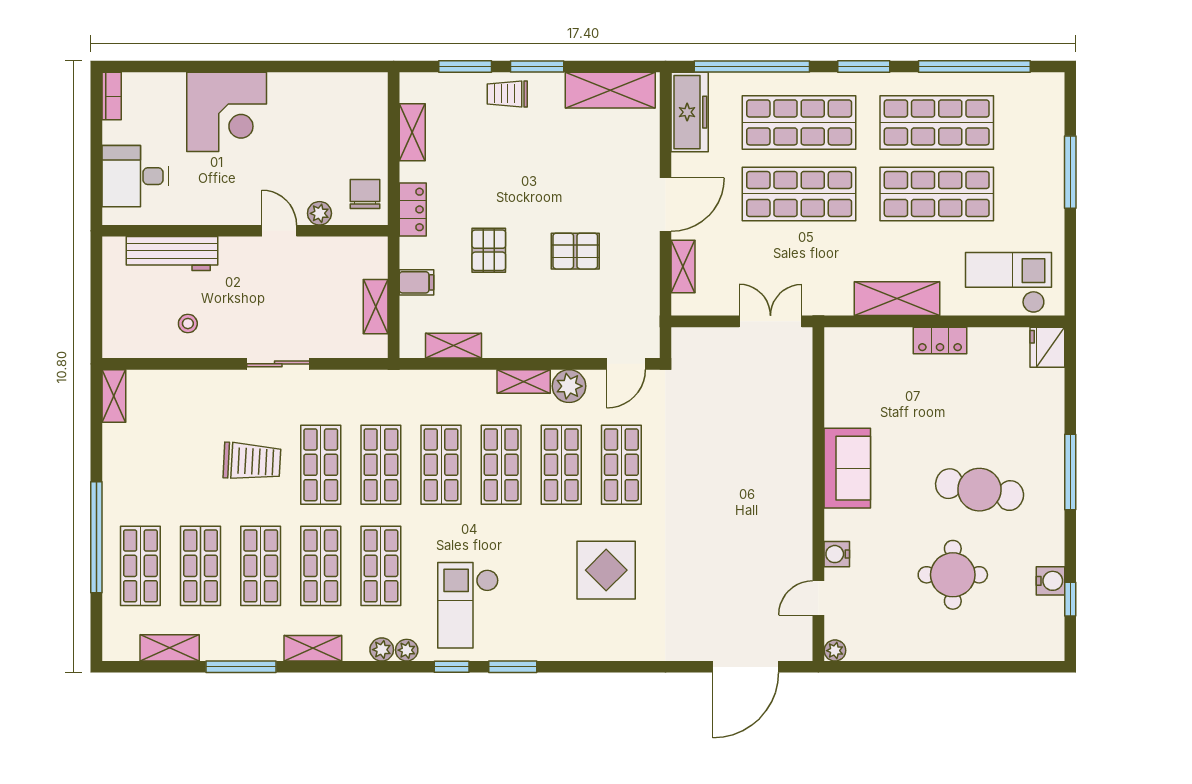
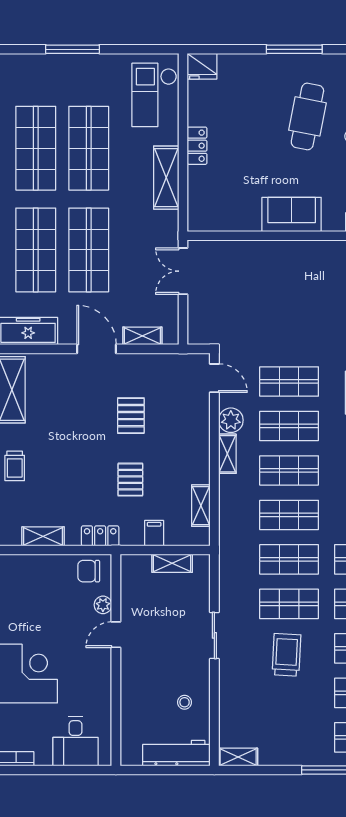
pallet: (489, 250) -> (130, 480), turned 90
workbench: (172, 254) -> (176, 753), moved, turned -90

